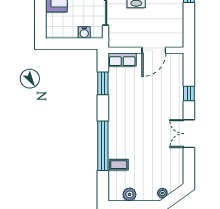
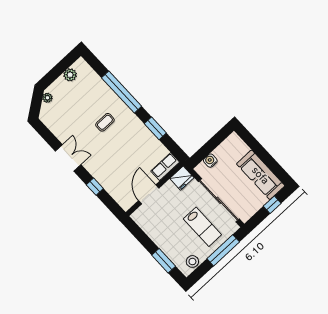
fridge: (118, 39) -> (182, 178), added
window: (103, 83) -> (155, 128), moved
coffee table: (119, 165) -> (105, 122), moved

